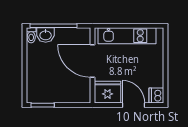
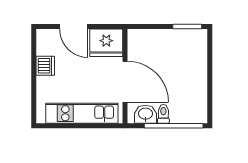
toilet: (31, 35) -> (163, 114), moved
washbasin: (46, 35) -> (145, 114), moved
dishwasher: (156, 95) -> (45, 66), moved

